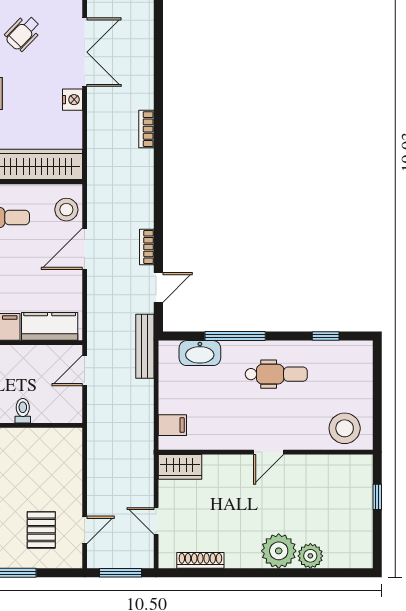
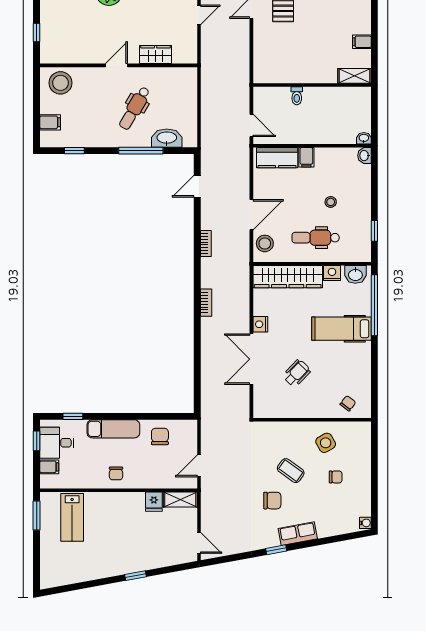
bookcase: (147, 247) -> (206, 243), moved
bench: (145, 346) -> (207, 143), removed
door: (85, 370) -> (251, 125), hinge flipped
dental chair: (276, 374) -> (135, 108), moved, turned -60
filing cabinet: (172, 425) -> (50, 122), moved, turned 180
wardrobe: (180, 467) -> (156, 55), moved
door: (156, 521) -> (199, 15), hinge flipped

